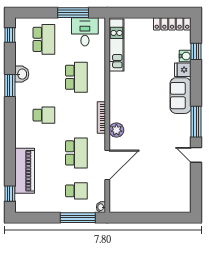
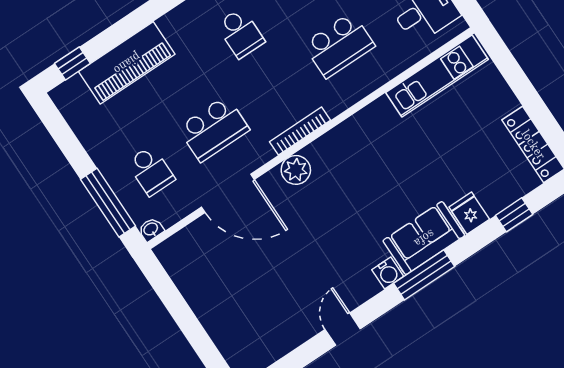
water cooler: (185, 56) -> (388, 273), moved
window: (196, 122) -> (424, 275), moved

